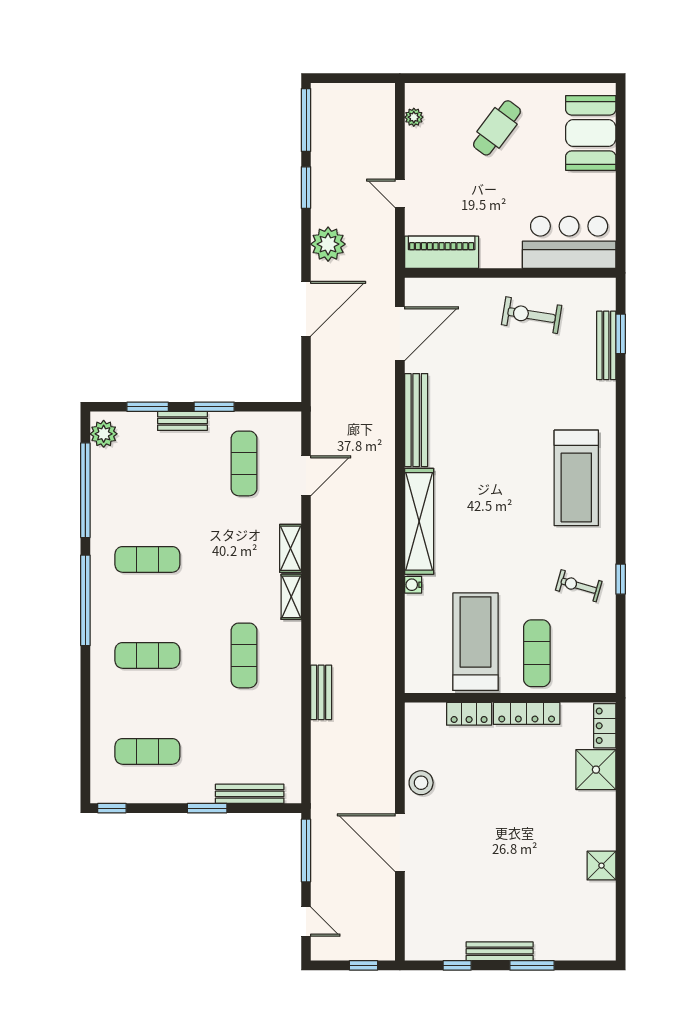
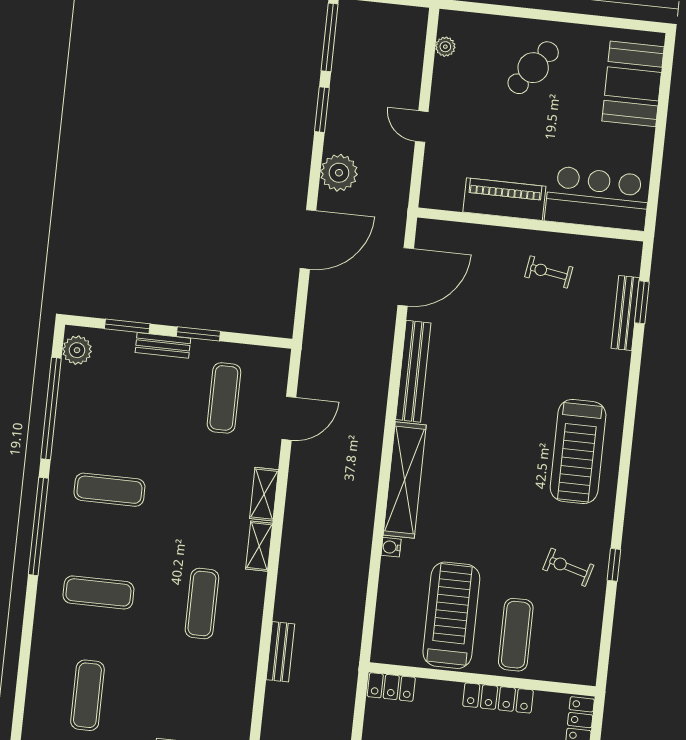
piano: (442, 252) -> (504, 199), moved
exercise bike: (532, 315) -> (549, 272), width x0.73, depth x0.72
locker: (469, 714) -> (391, 687), moved
exercise mat: (147, 751) -> (87, 695), turned 90

